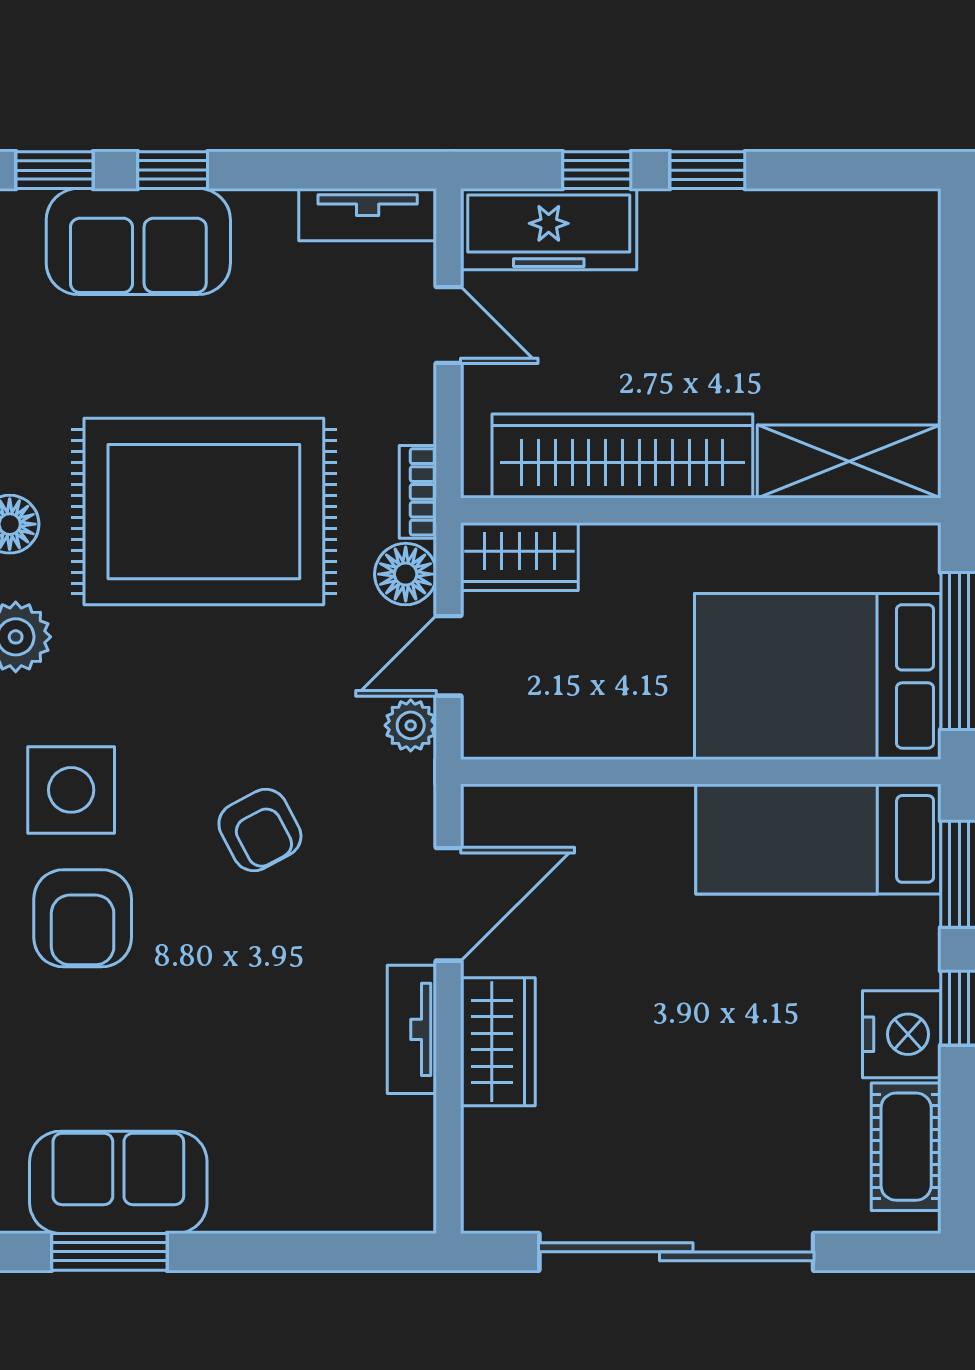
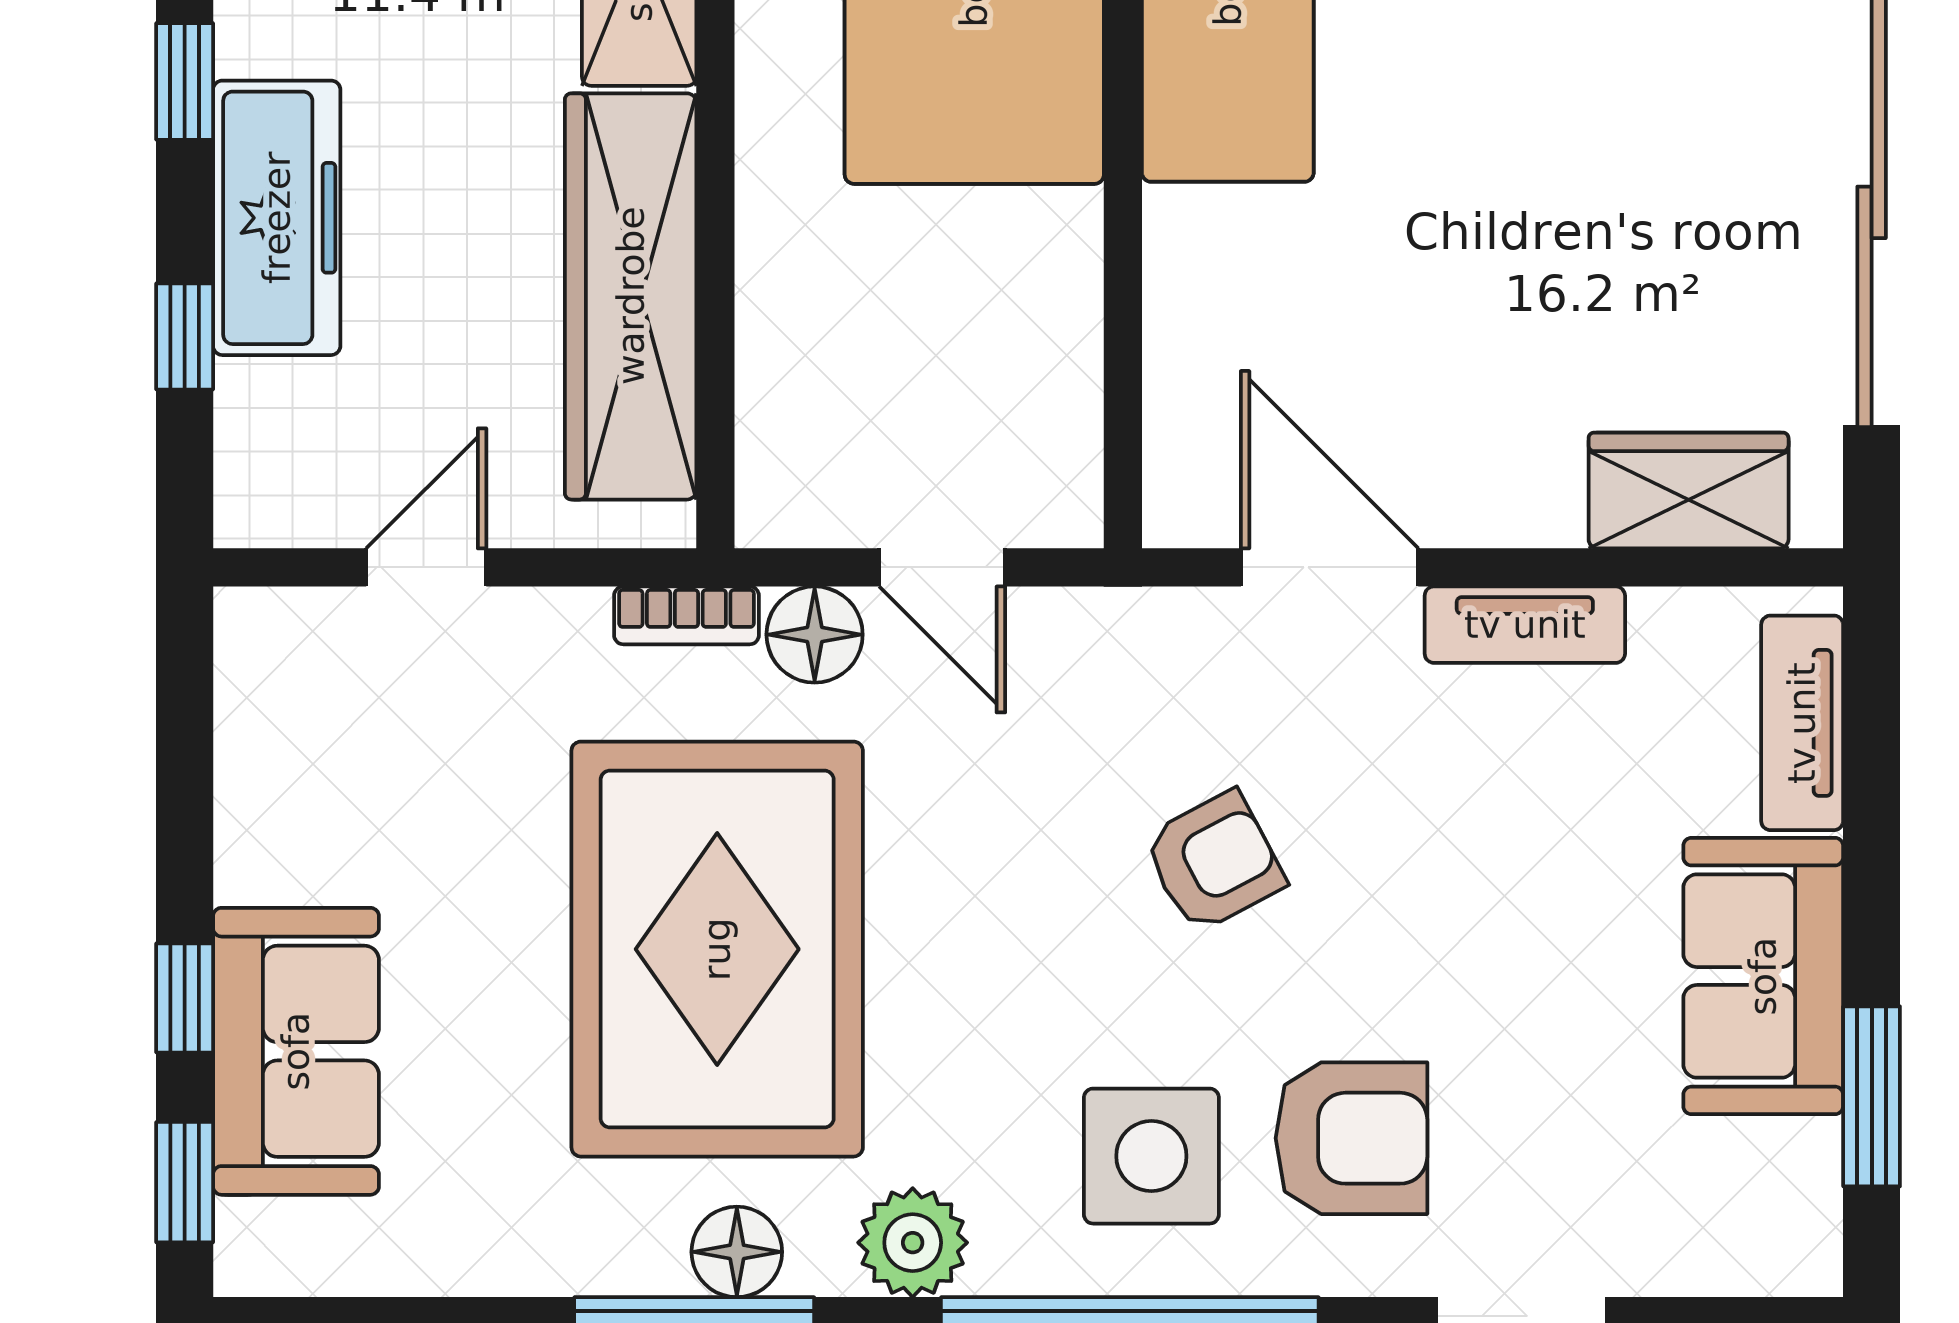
window: (707, 170) -> (185, 81), moved
tv unit: (368, 215) -> (1802, 723), moved, turned 180
freezer: (549, 229) -> (277, 218), moved
wardrobe: (519, 557) -> (787, 457), removed
plant: (411, 725) -> (1051, 627), removed
wardrobe: (498, 1042) -> (1689, 491), moved
sofa: (118, 1182) -> (1763, 976), moved

